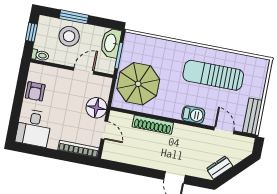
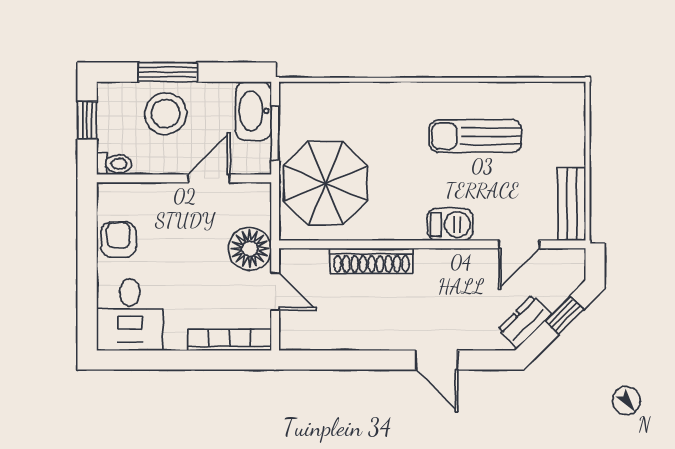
sun lounger: (213, 75) -> (475, 136), width x0.73, depth x0.75
armchair: (35, 91) -> (118, 240), turned 180
door: (224, 130) -> (519, 244), swing flipped
window: (239, 168) -> (564, 315), added

